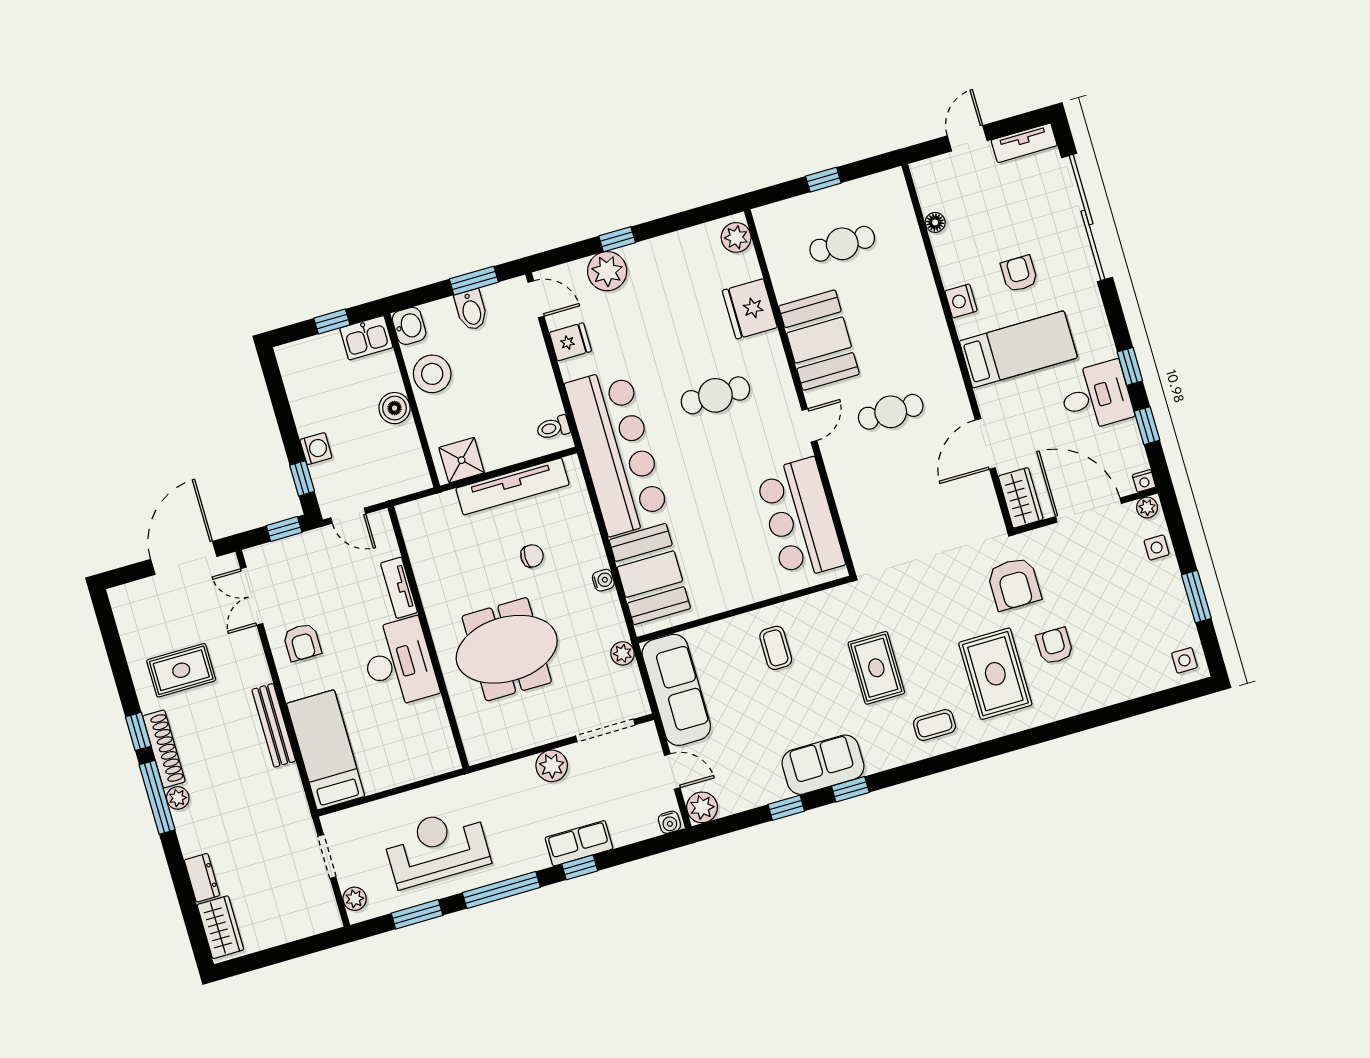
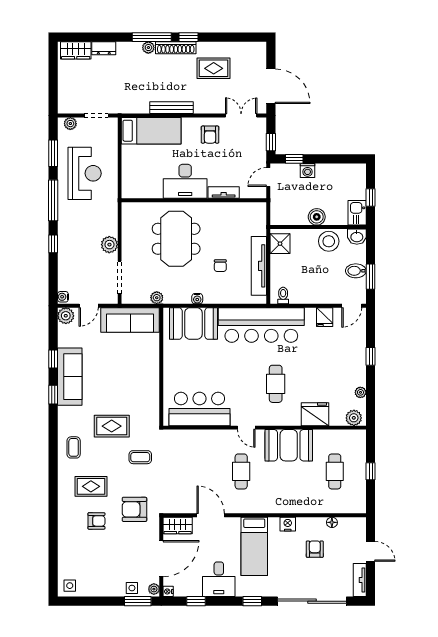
plant: (607, 271) -> (360, 392), moved, width x0.53, depth x0.53
armchair: (1019, 274) -> (315, 549), moved, turned -90
window: (1130, 366) -> (252, 601), moved
window: (1196, 597) -> (138, 601), moved
armchair: (302, 642) -> (210, 135), turned -90
coffee table: (776, 648) -> (140, 457), moved
rug: (181, 670) -> (214, 68), turned 90
rug: (995, 674) -> (91, 486), width x0.73, depth x0.70
sofa: (823, 765) -> (70, 377), width x1.36
row of seats: (579, 843) -> (66, 247), removed

